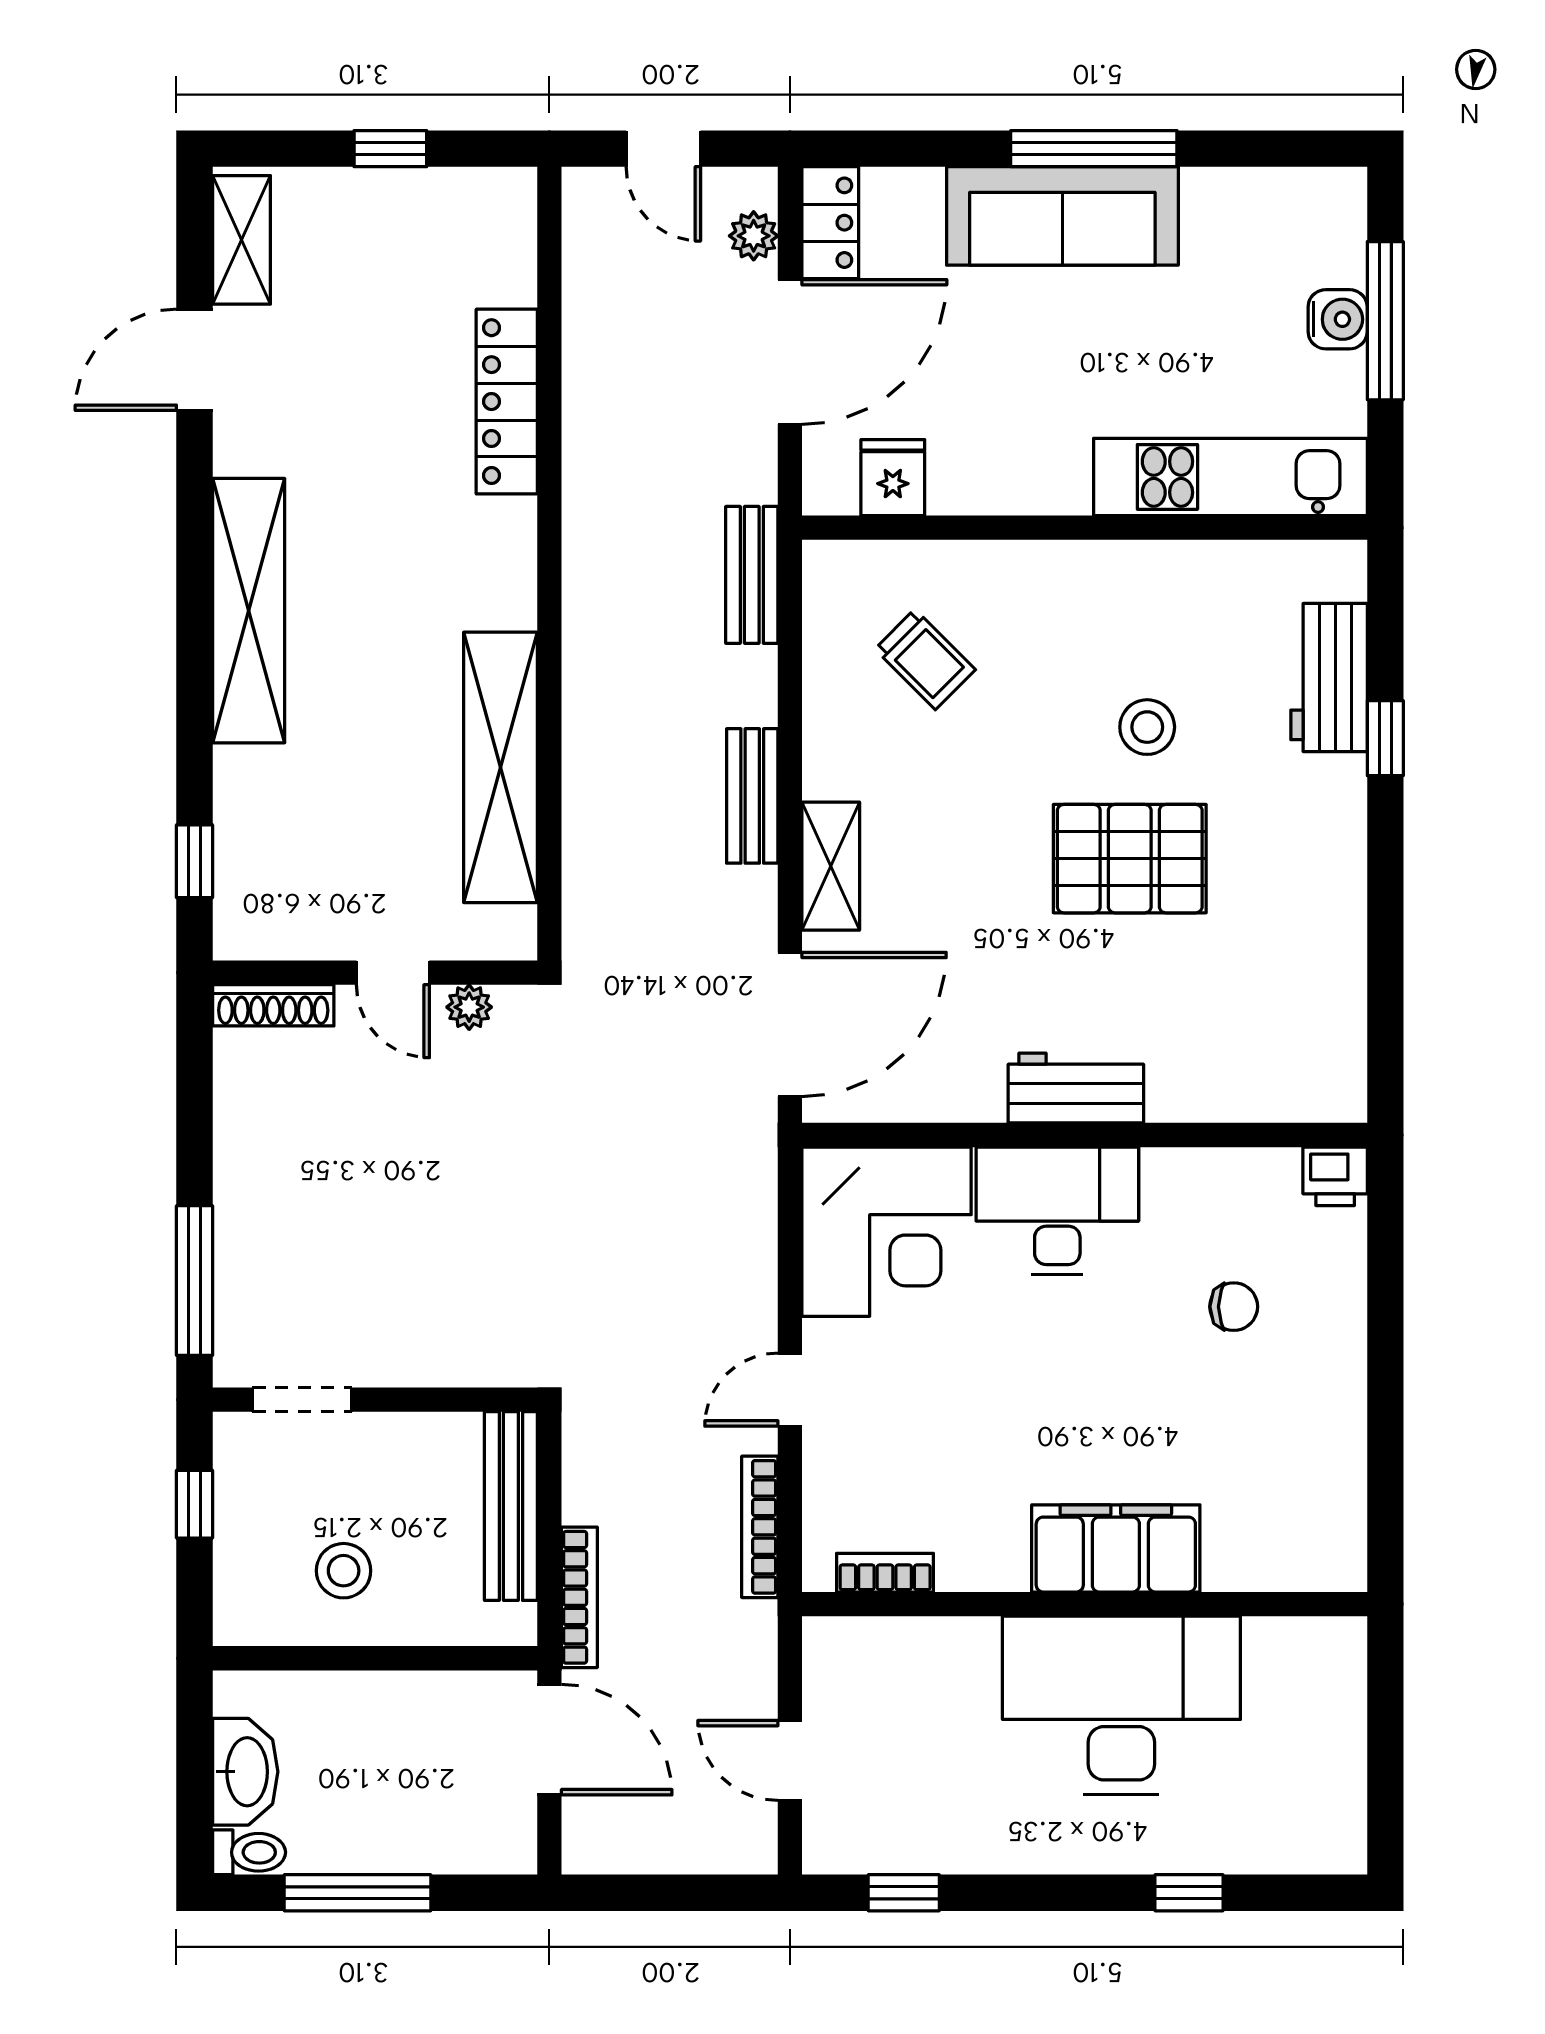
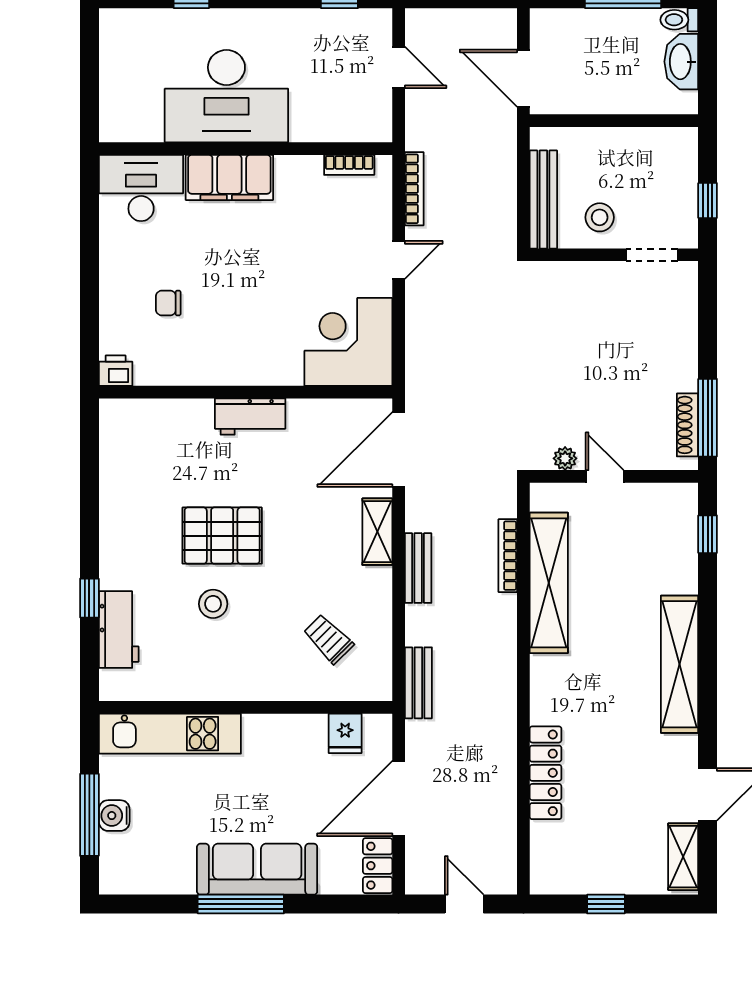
plant: (754, 236) -> (417, 859), removed
shoe rack: (273, 1005) -> (688, 425), moved, turned -90
desk: (1057, 1211) -> (141, 188), moved, turned 180
window: (195, 1281) -> (708, 418), moved
stool: (344, 1571) -> (600, 217), moved
bookcase: (579, 1597) -> (508, 556), moved

